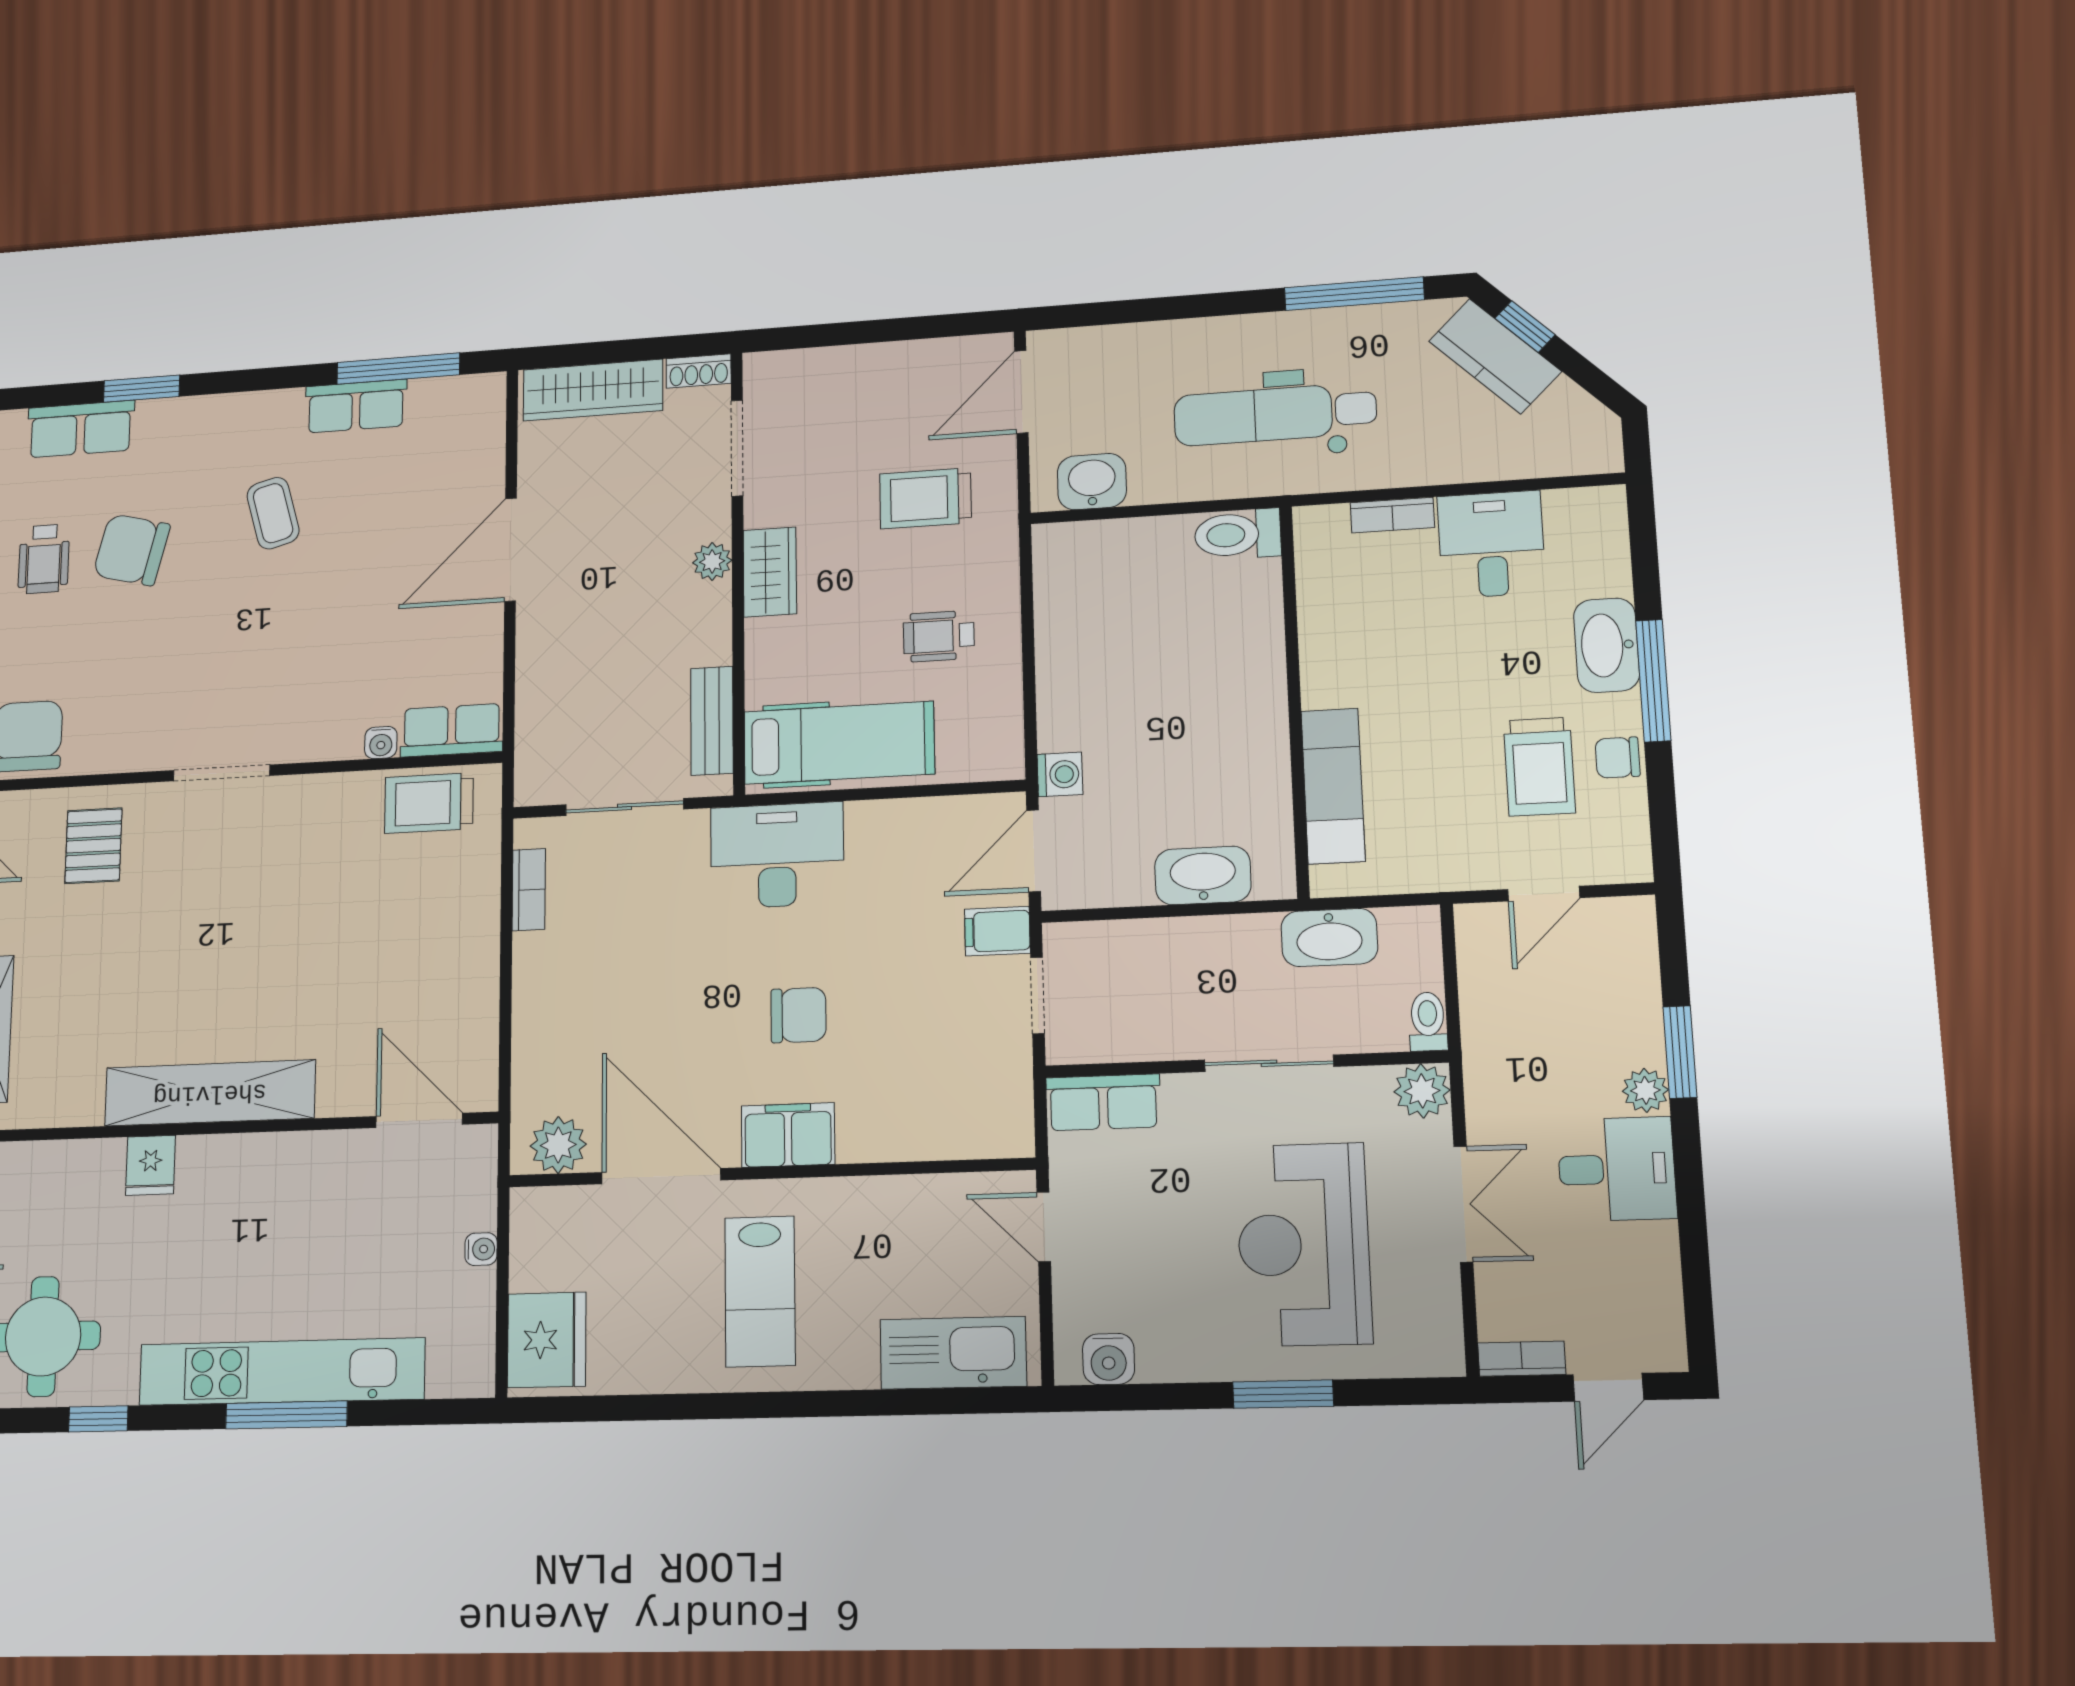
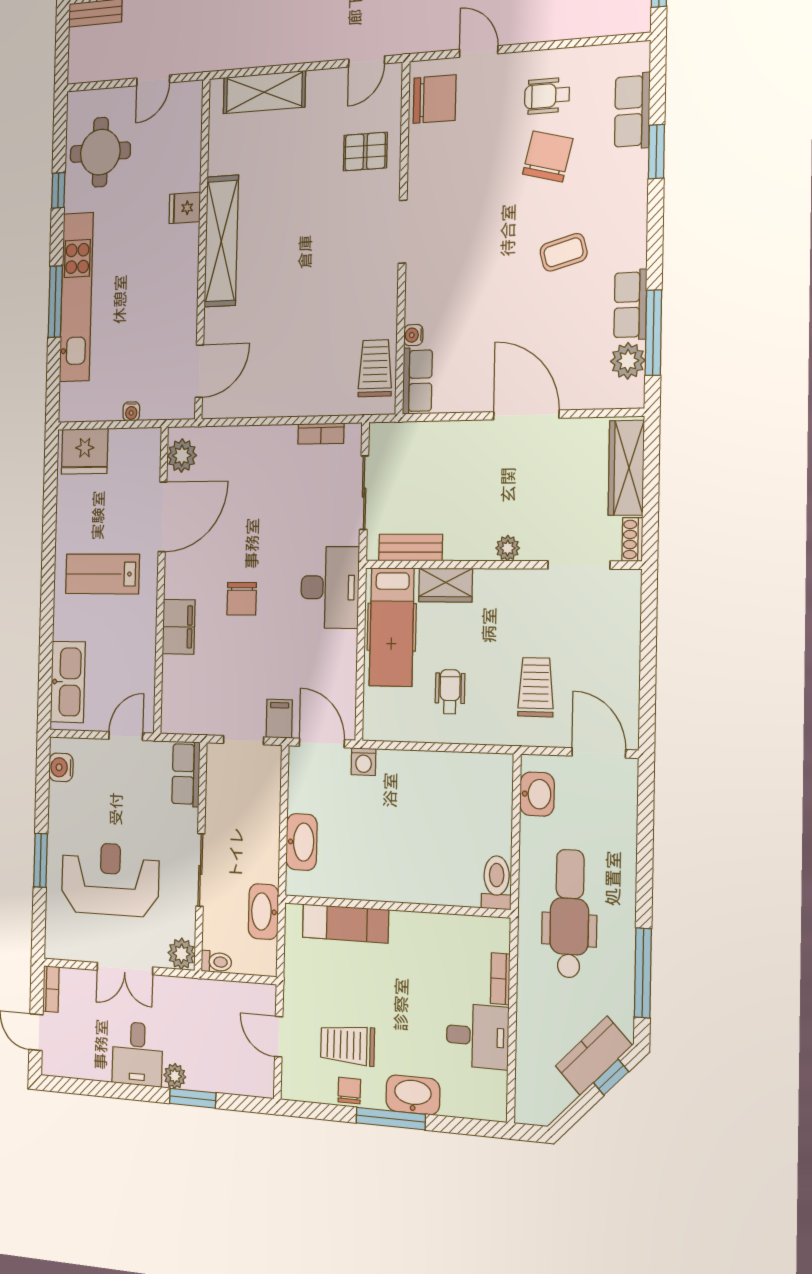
plant: (437, 402) -> (628, 361), added
wardrobe: (770, 572) -> (446, 585), moved
filing cabinet: (788, 1135) -> (179, 627), moved

